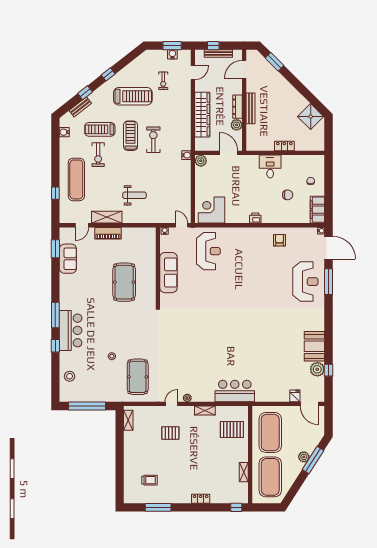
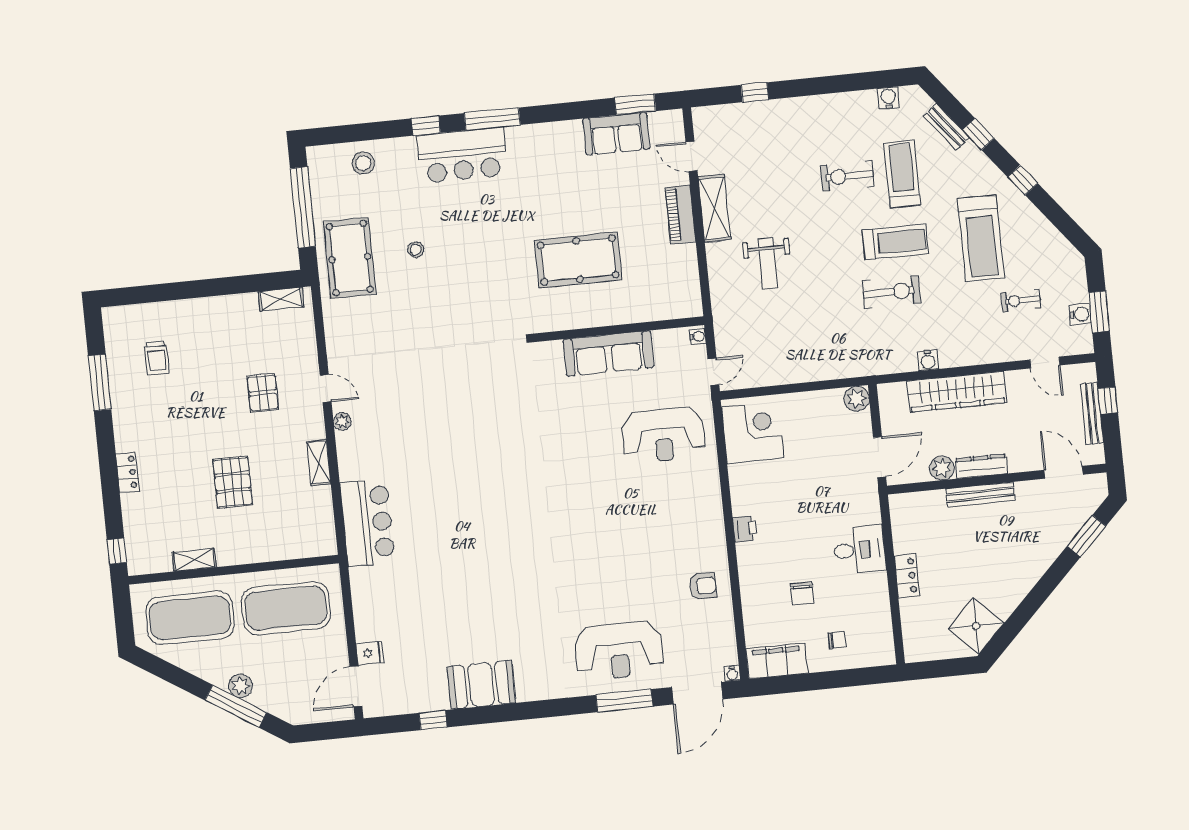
water cooler: (186, 155) -> (928, 360), moved
exercise mat: (76, 179) -> (789, 134), removed
plant: (317, 369) -> (432, 696), removed
pool table: (138, 377) -> (350, 258), moved, turned 90
pallet: (232, 430) -> (233, 482), moved

